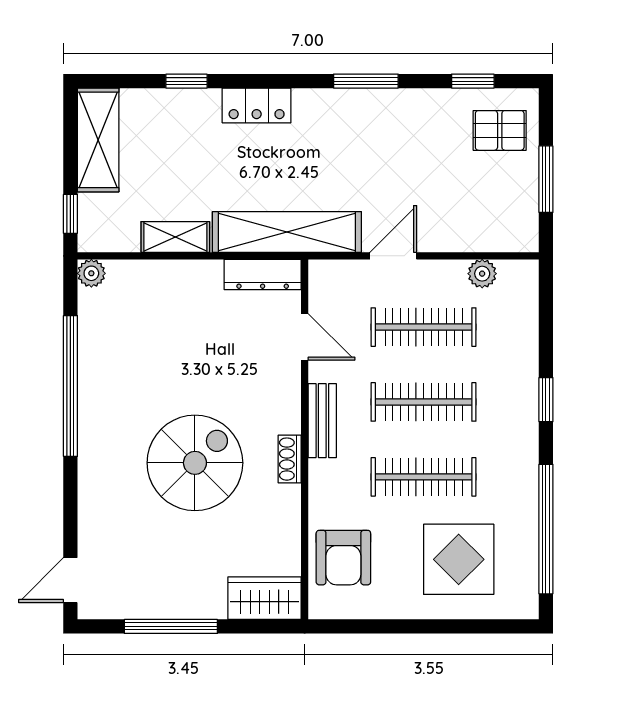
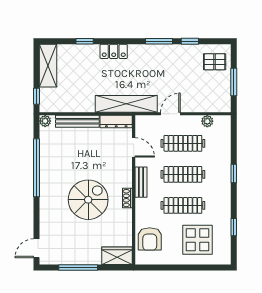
window: (473, 81) -> (190, 41), moved
shelving: (175, 237) -> (80, 106), removed
bench: (169, 274) -> (77, 121), added
window: (546, 529) -> (234, 227), width x0.32

